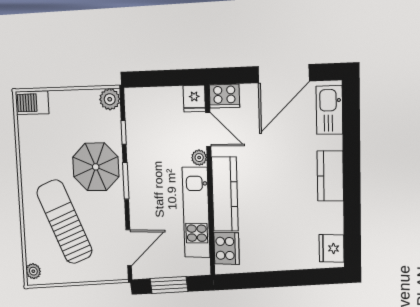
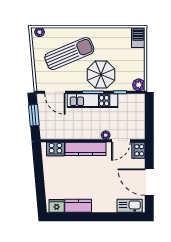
fridge: (194, 99) -> (138, 133), removed
kitchen counter: (330, 176) -> (78, 206), moved
kitchen unit: (196, 212) -> (93, 101), moved, turned 180

